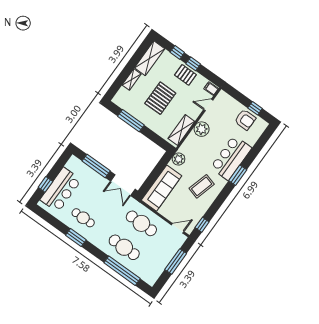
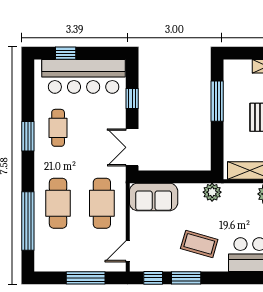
window: (96, 166) -> (132, 99), width x0.46
window: (238, 175) -> (186, 278), moved
sofa: (162, 188) -> (154, 197), width x0.73
bar counter: (61, 190) -> (84, 76), width x1.36
door: (178, 228) -> (128, 251), swing flipped

